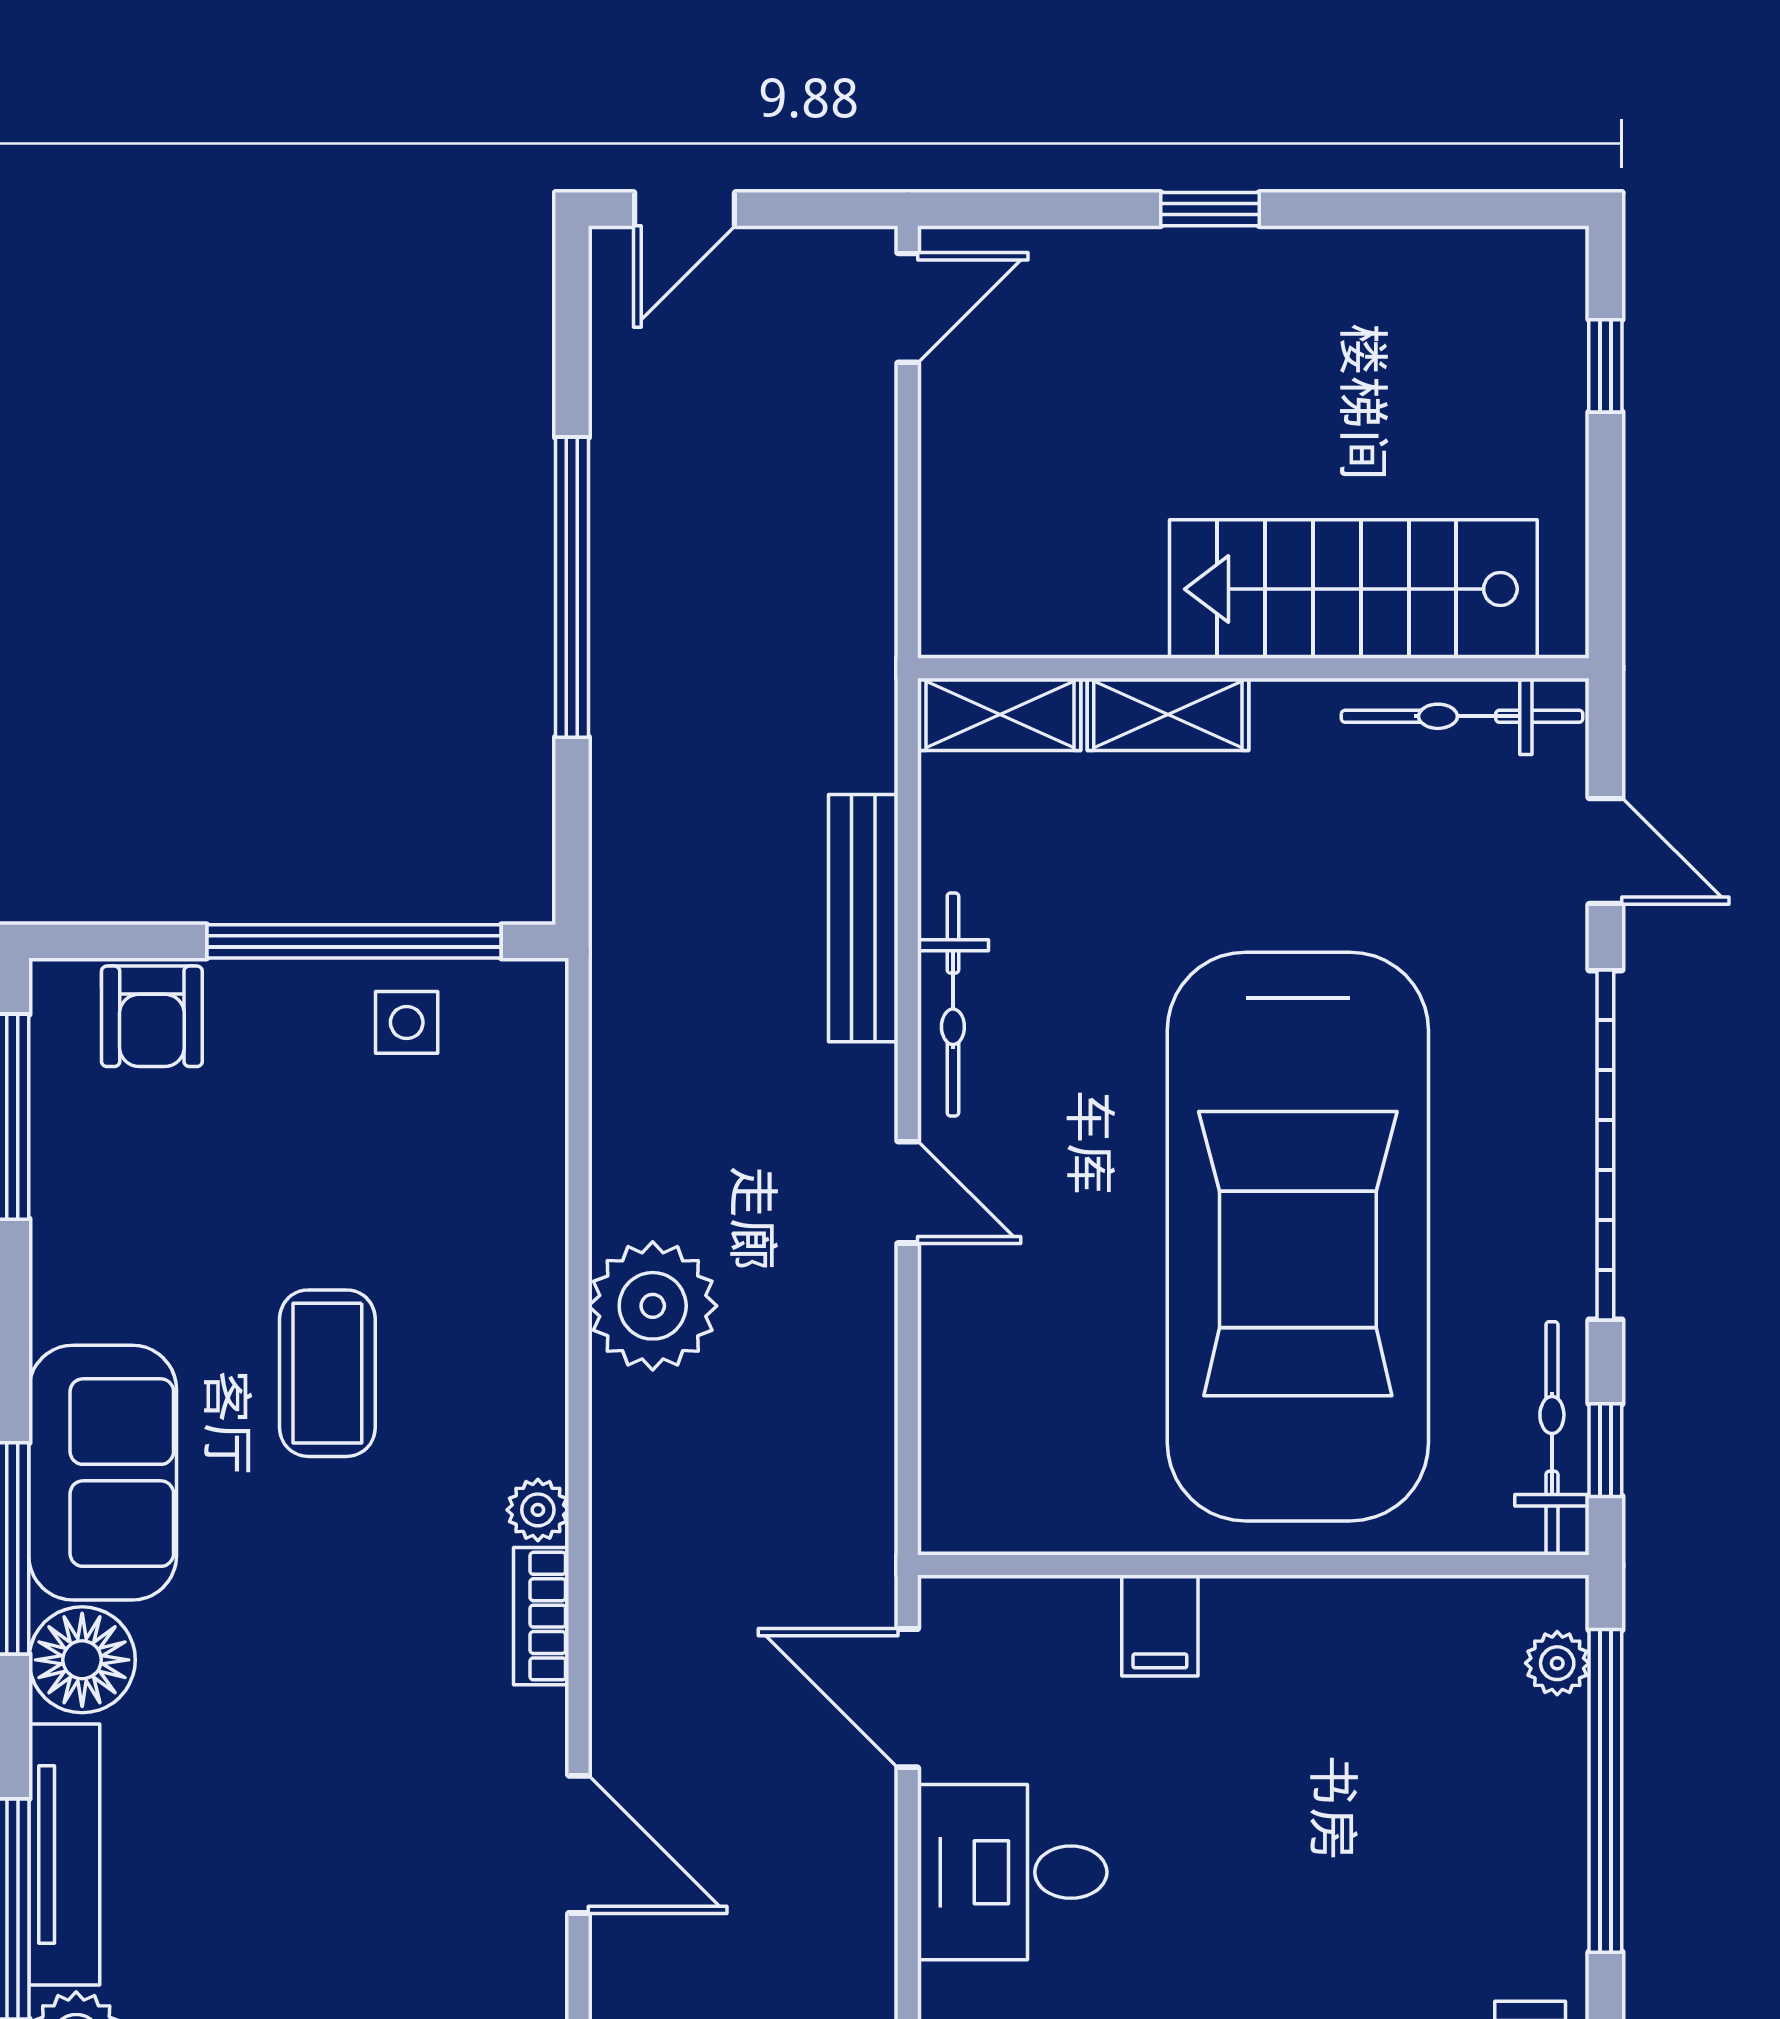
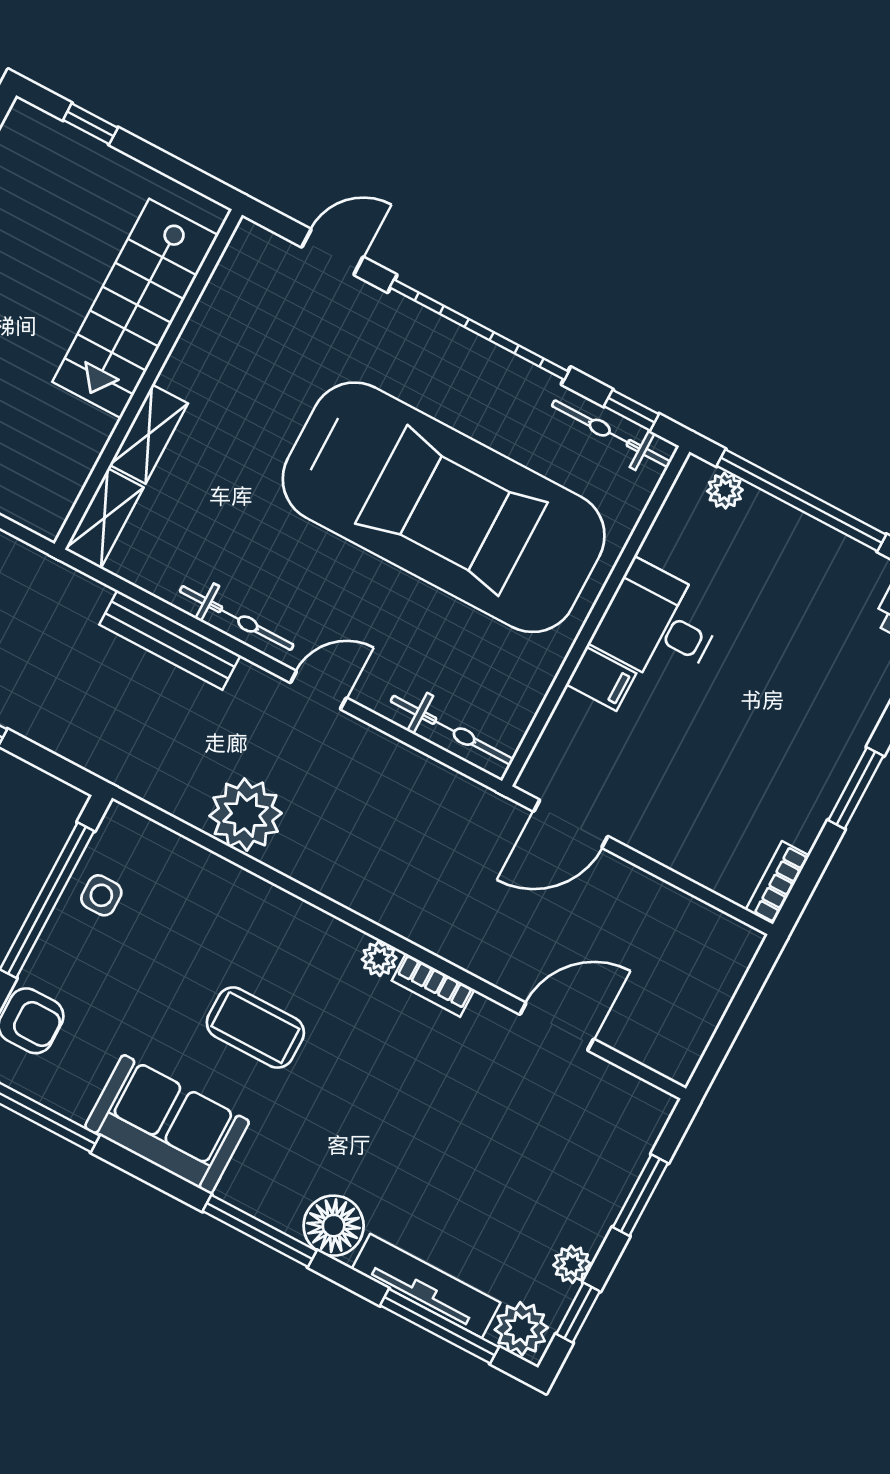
bicycle: (1462, 716) -> (452, 730), moved, turned -90
plant: (653, 1306) -> (246, 815), moved
sofa: (103, 1473) -> (167, 1124), moved
desk: (1012, 1872) -> (658, 625), moved, turned 90

